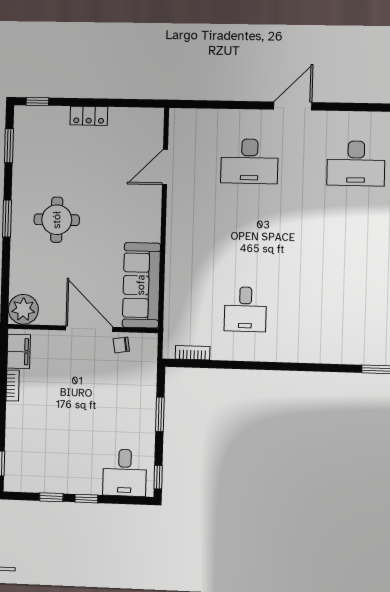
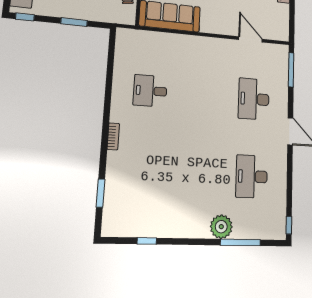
window: (205, 104) -> (291, 70), added
bookcase: (193, 353) -> (113, 136), moved

